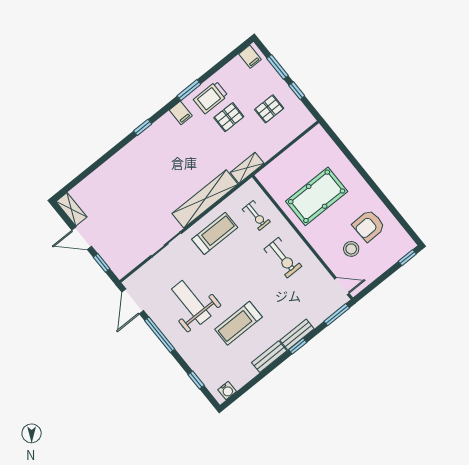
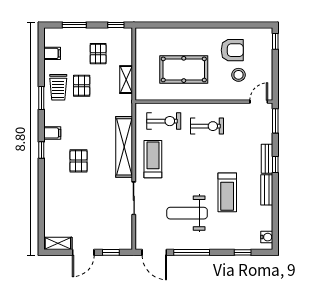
filing cabinet: (250, 57) -> (52, 53), moved
window: (297, 91) -> (116, 25), moved
filing cabinet: (181, 113) -> (52, 133), moved
pallet: (160, 168) -> (79, 161), added
shelving: (247, 168) -> (126, 80), moved
pool table: (317, 196) -> (184, 69), turned 90
exercise bike: (256, 216) -> (164, 121), width x1.38, depth x1.39
armchair: (369, 226) -> (232, 50), turned -88

